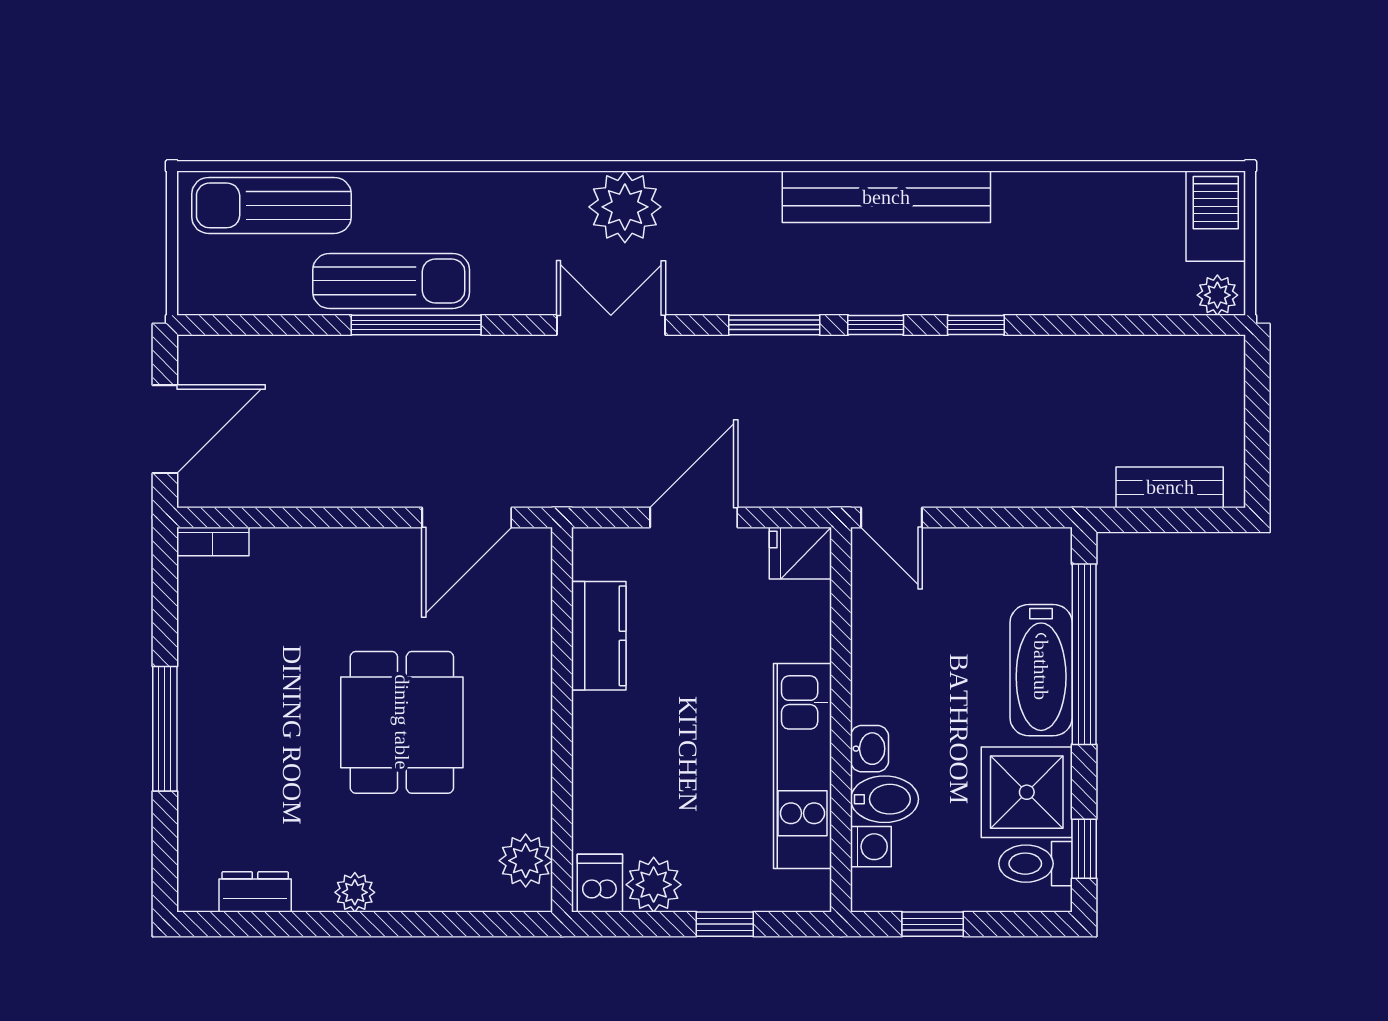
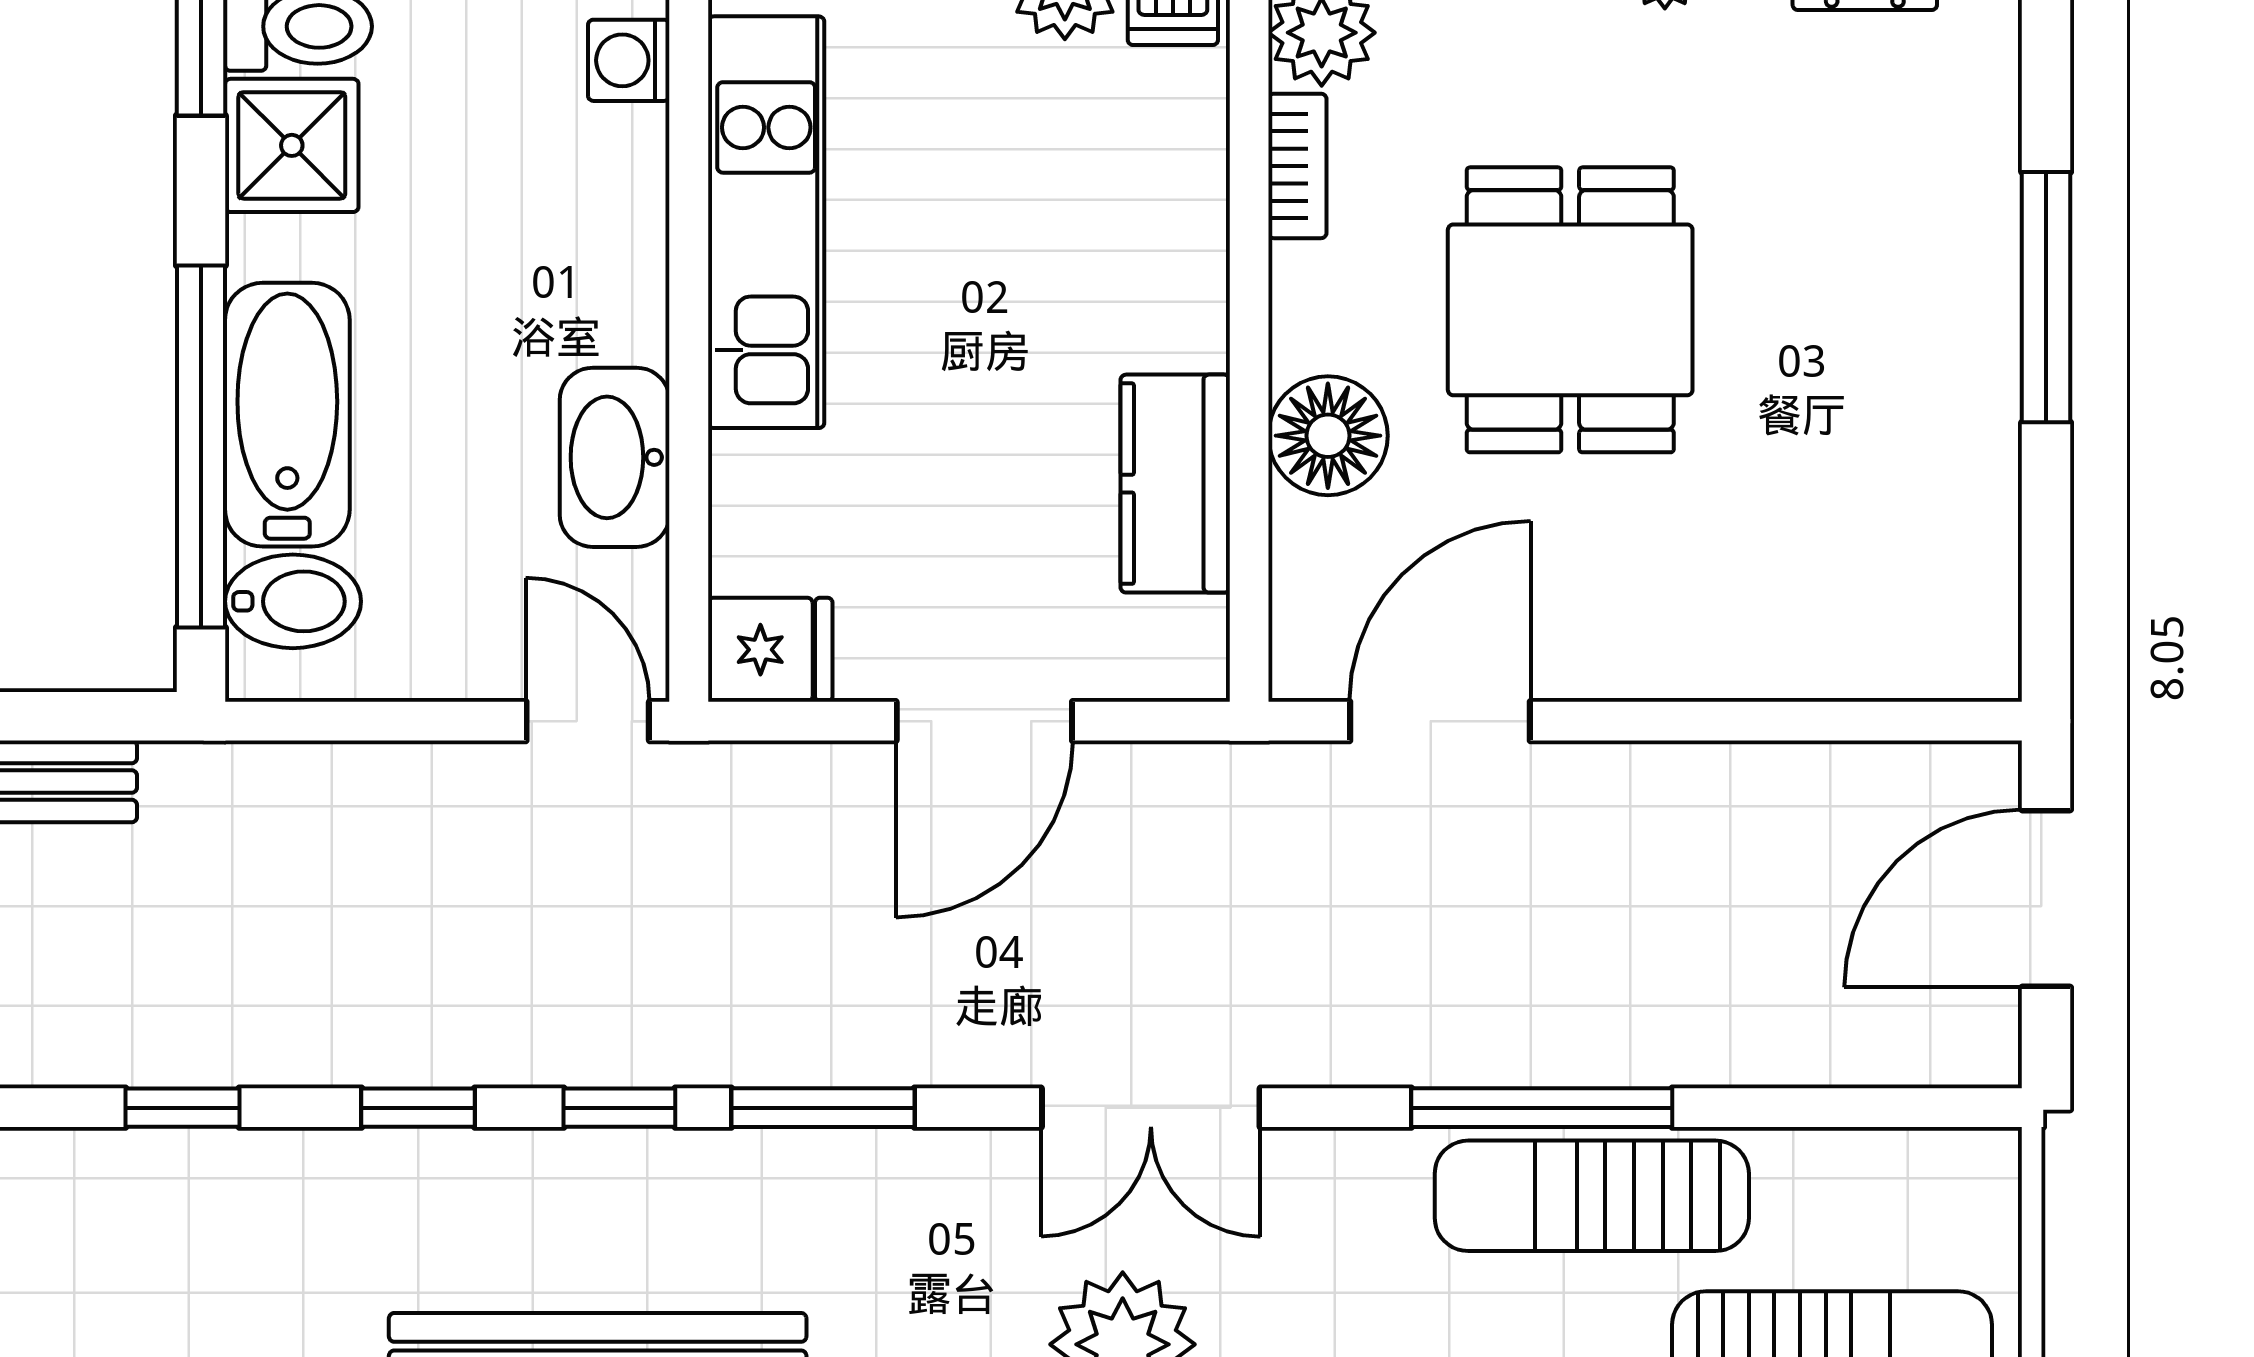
window: (1093, 325) -> (182, 1108), added
bookcase: (213, 542) -> (1297, 166), moved, turned 90
floor lamp: (523, 660) -> (1328, 436), added
washbasin: (870, 749) -> (615, 457), moved, width x1.91, depth x1.45
shower: (1027, 792) -> (292, 145), width x0.73, depth x0.73
bidet: (884, 799) -> (293, 601), moved, turned 180

